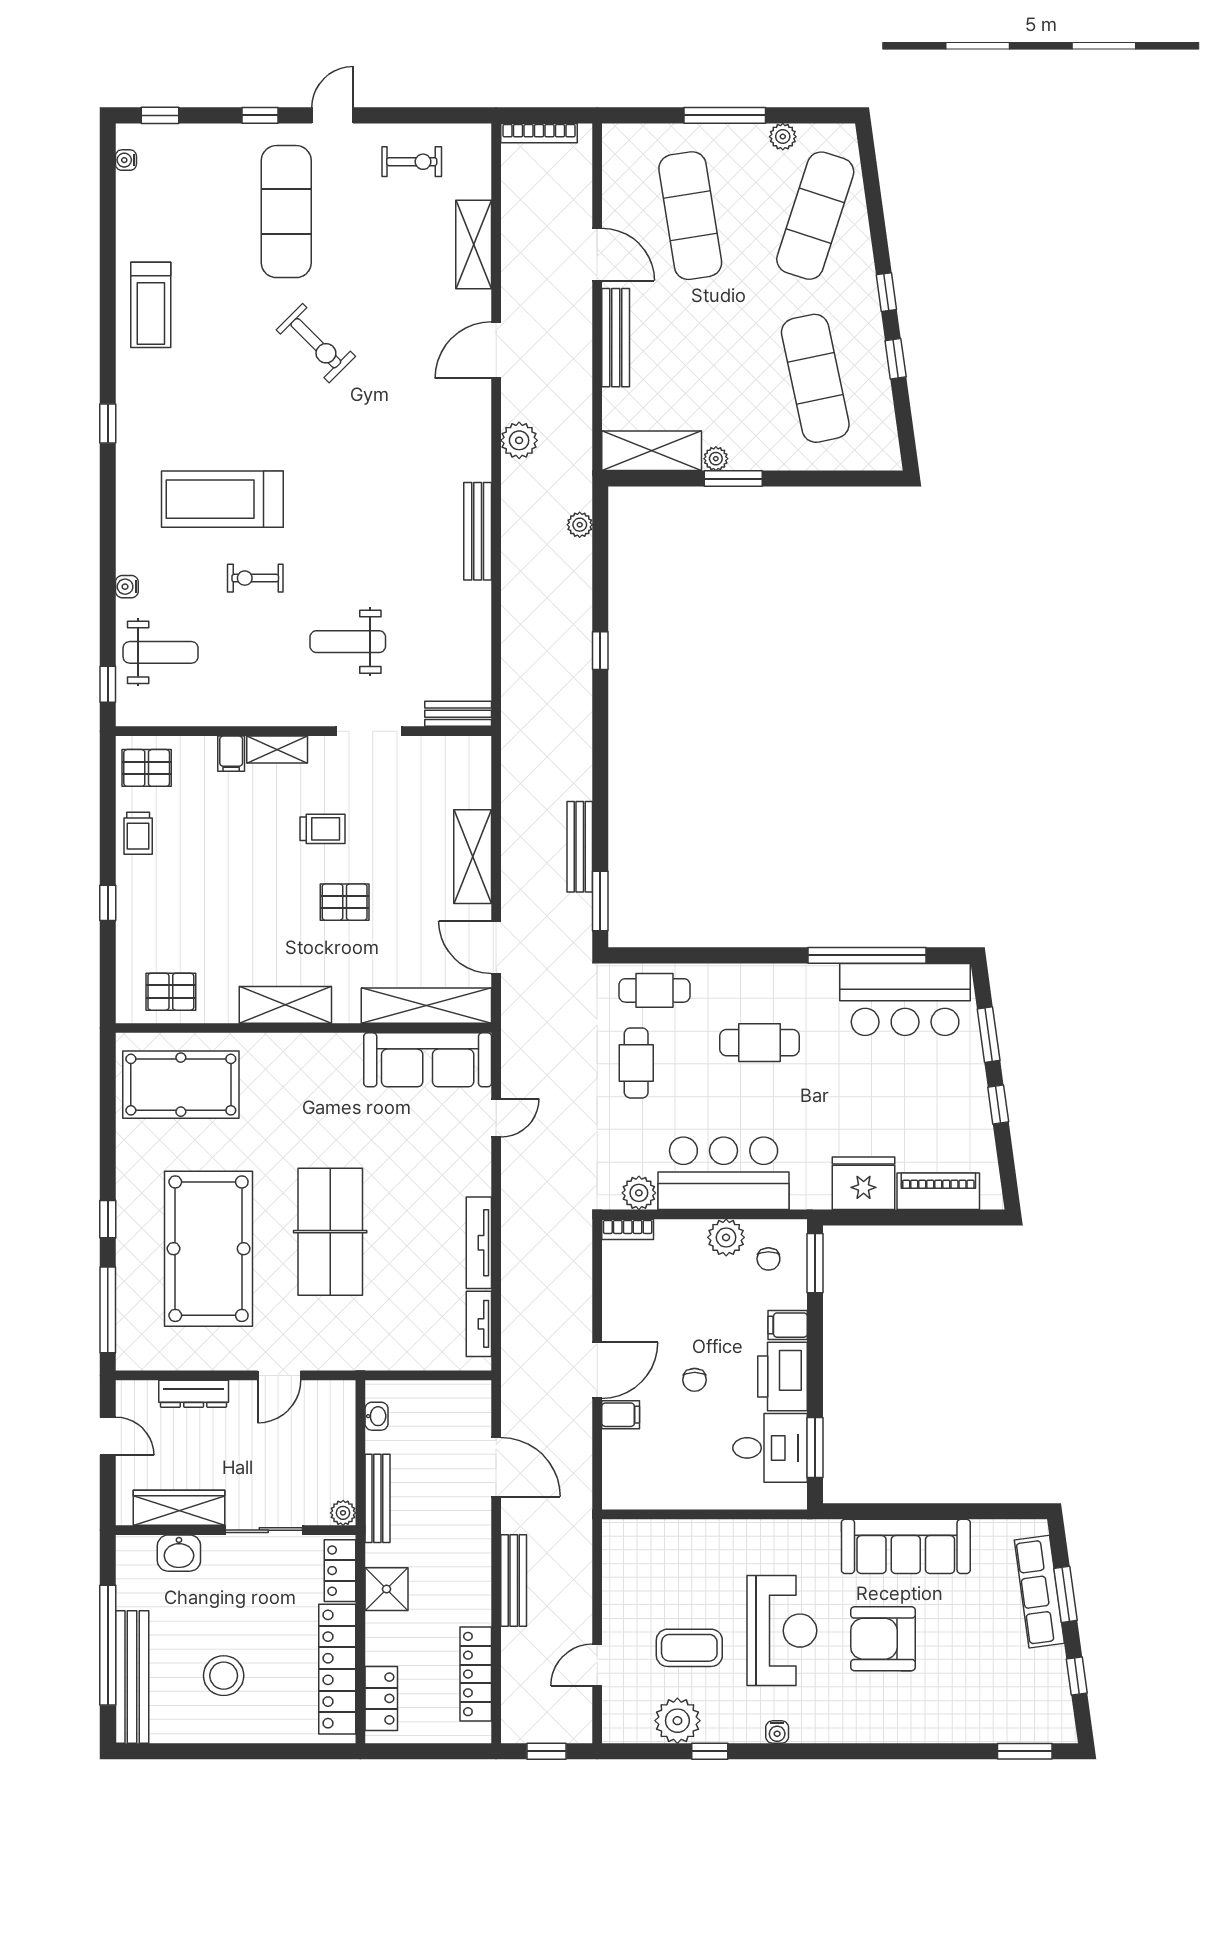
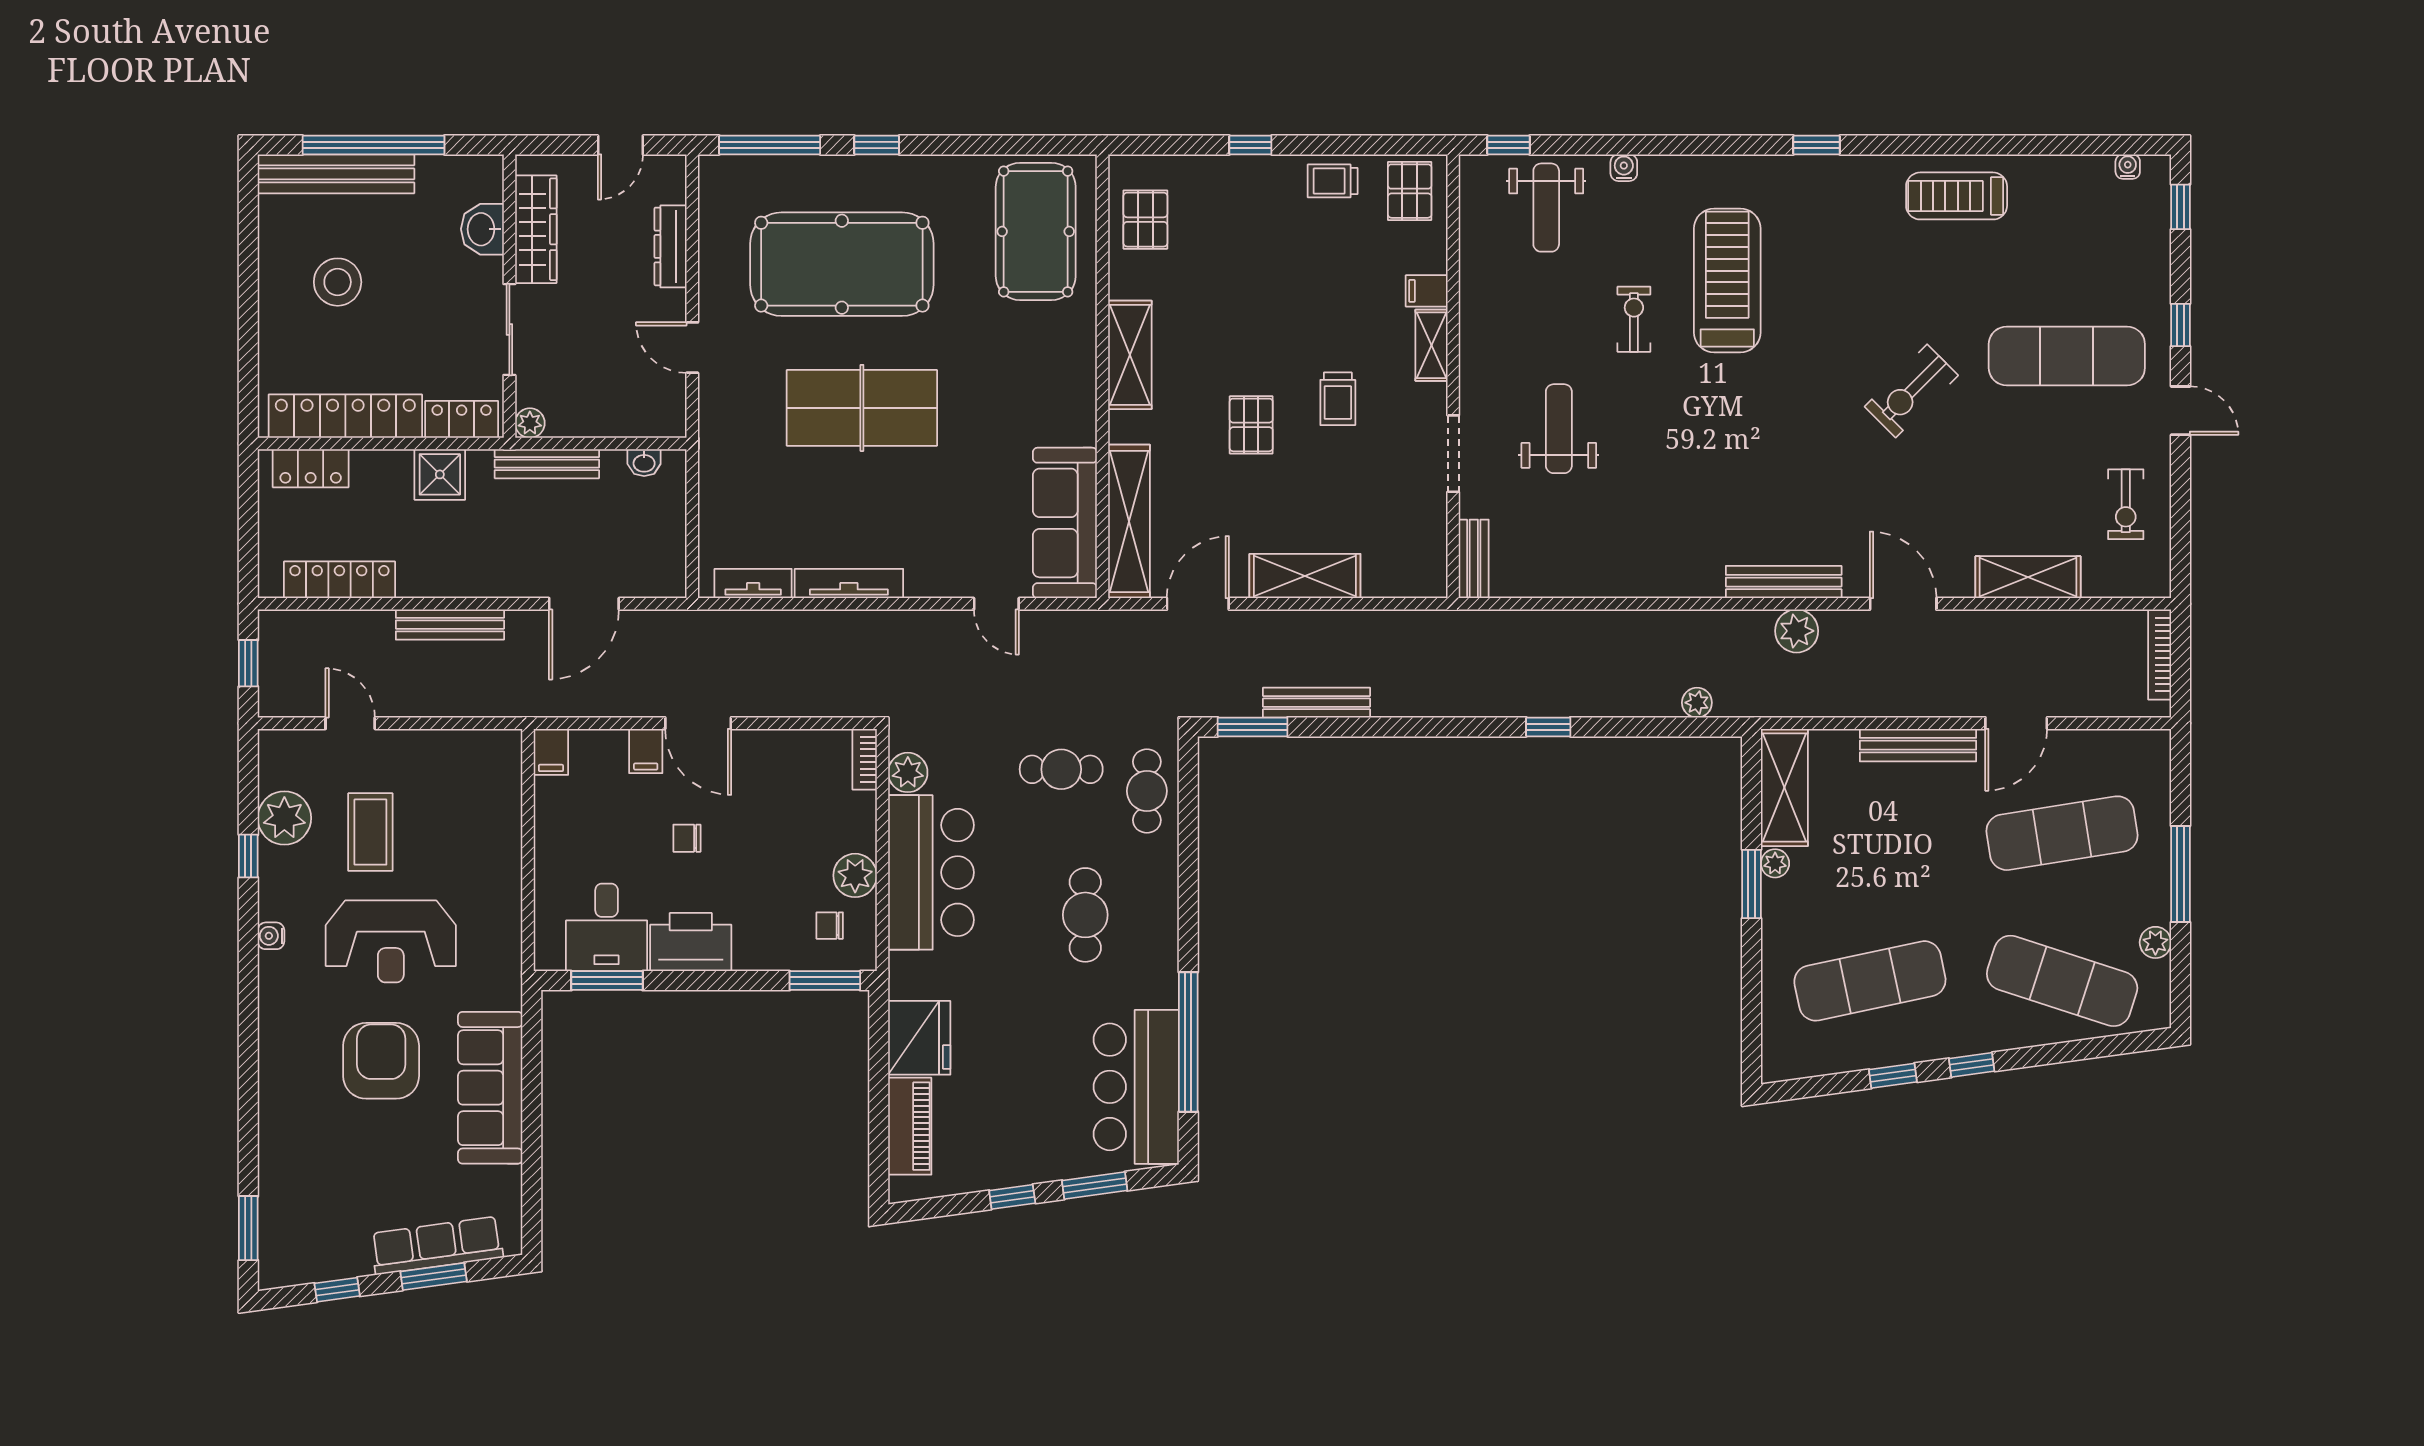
bench: (478, 531) -> (1784, 582), moved
filing cabinet: (788, 1325) -> (551, 752), moved, turned 180

